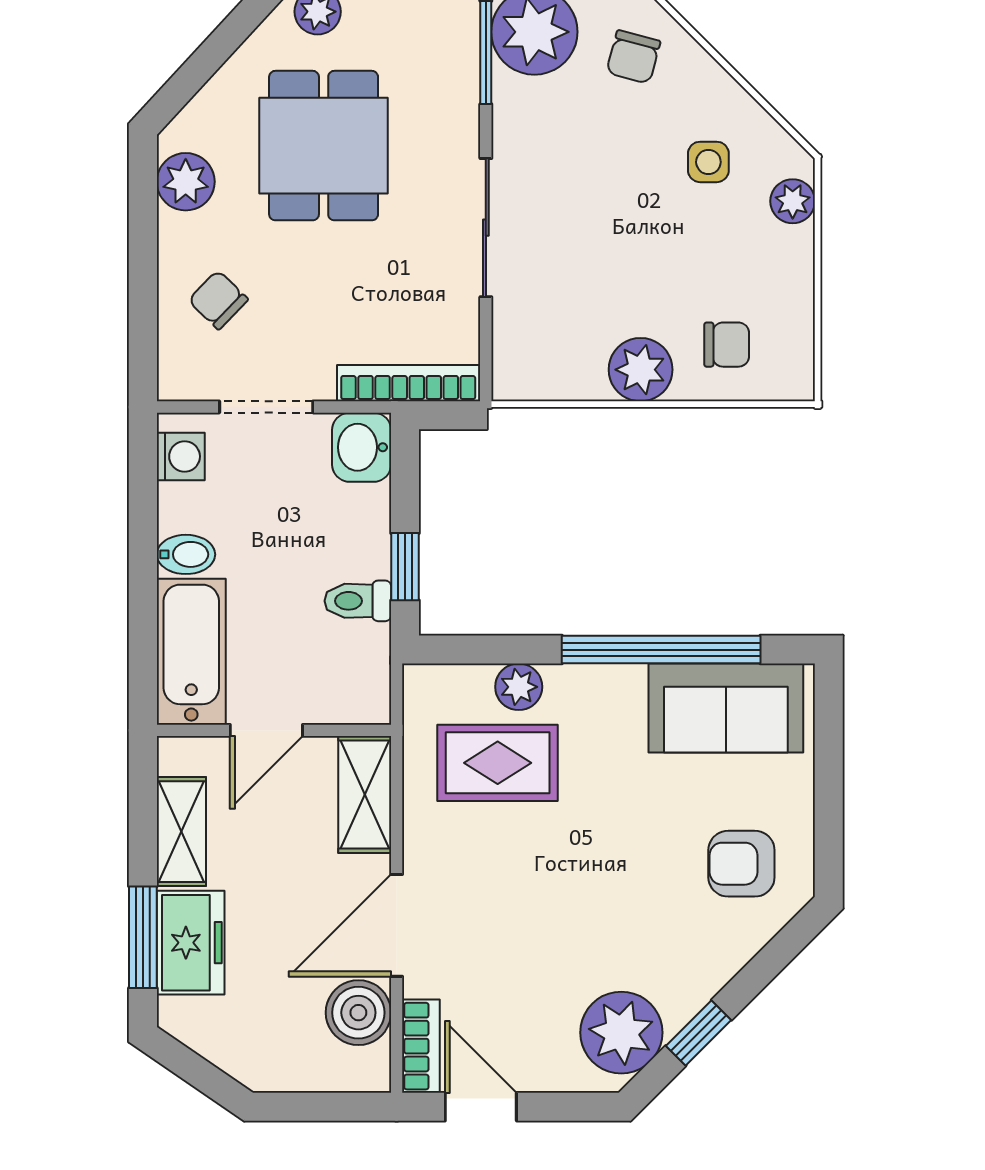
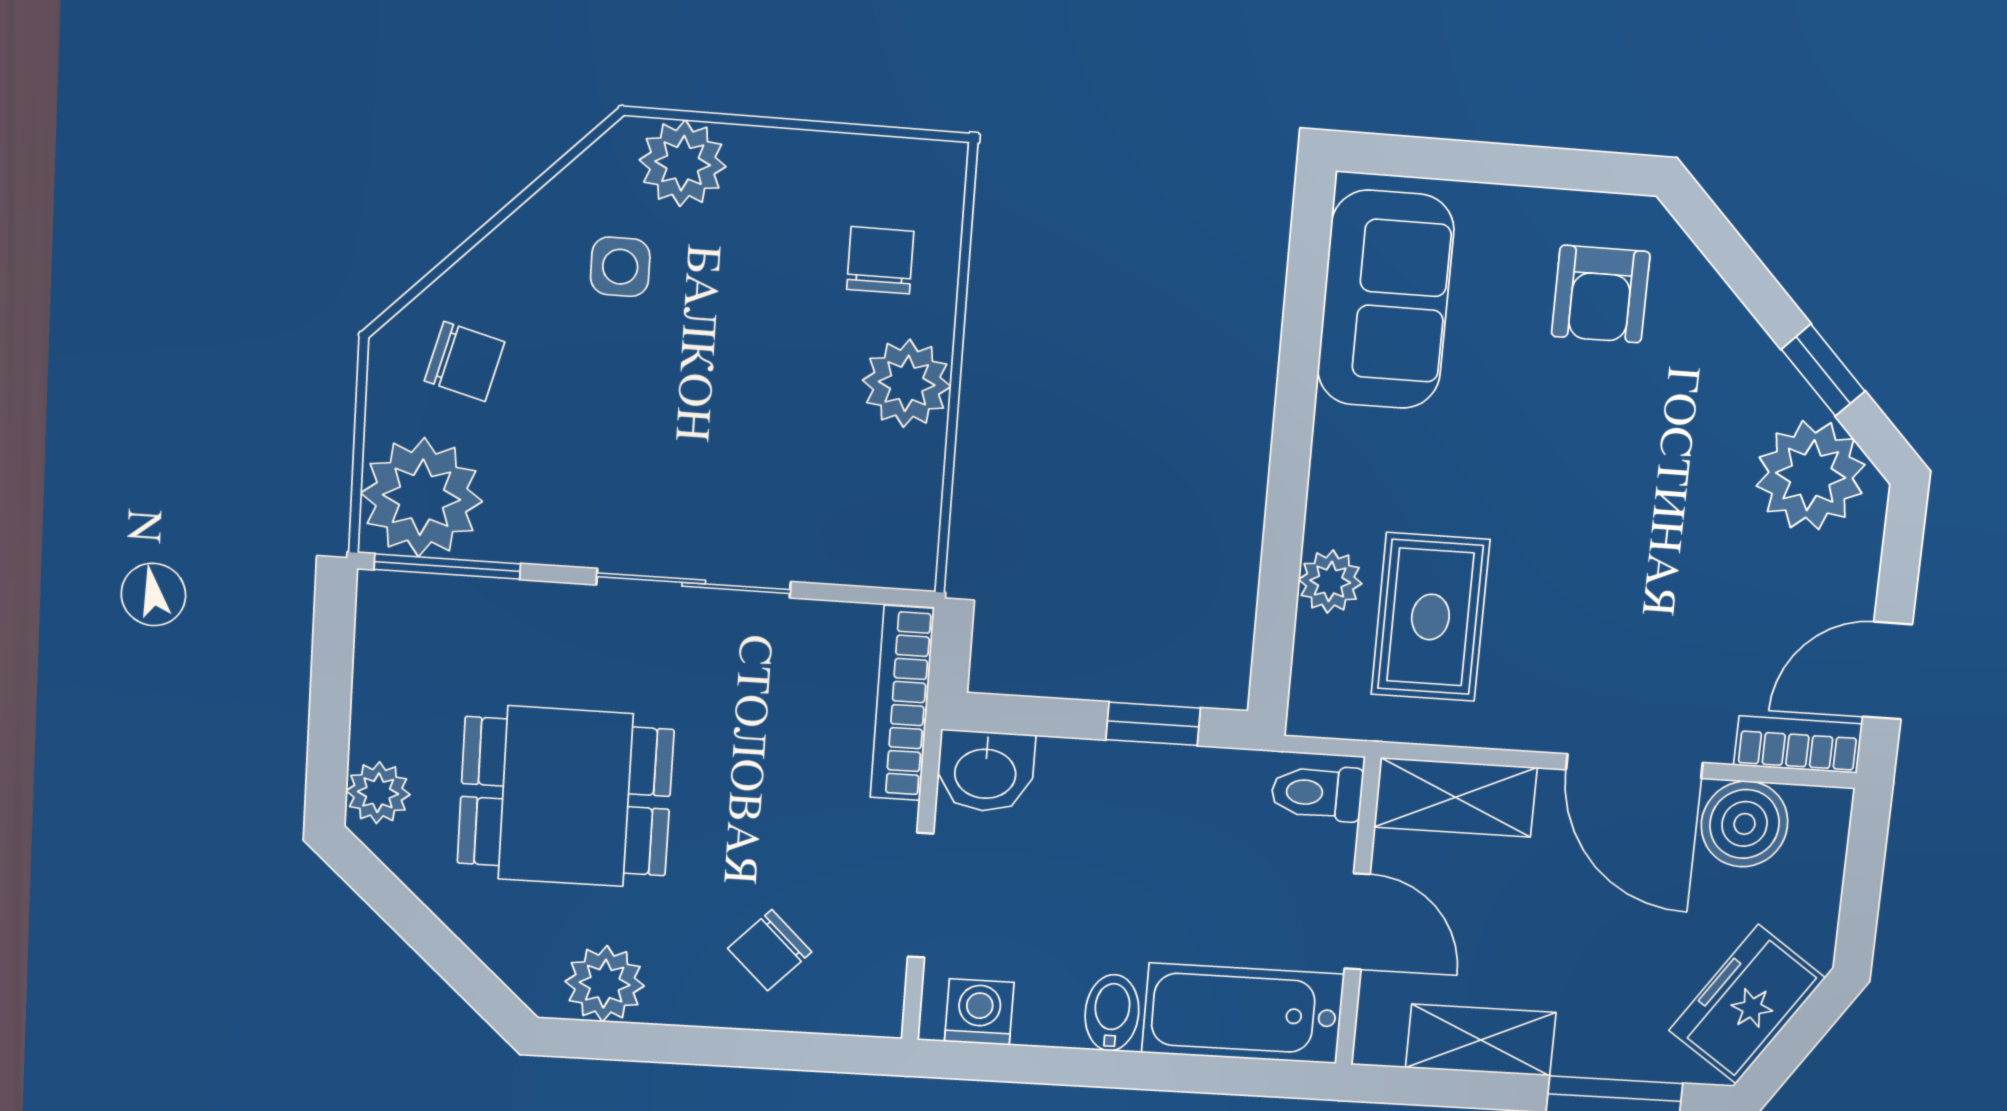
plant: (793, 201) -> (683, 163), width x1.38, depth x1.38
toilet: (358, 601) -> (1317, 793), moved, turned 90
window: (661, 650) -> (1297, 383), removed
freezer: (191, 943) -> (1747, 1004), moved, turned -56

